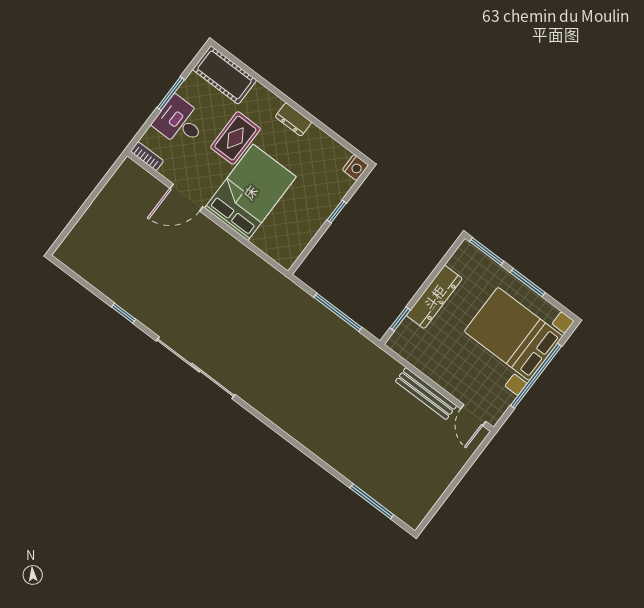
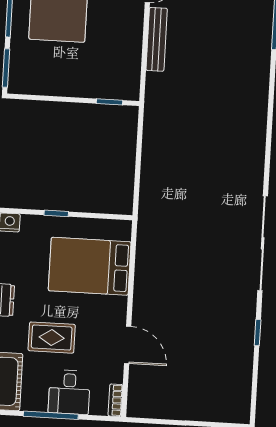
window: (171, 94) -> (51, 415), width x1.44
bed: (250, 192) -> (90, 266), moved
dresser: (434, 297) -> (72, 86), removed
window: (338, 312) -> (138, 157), removed

